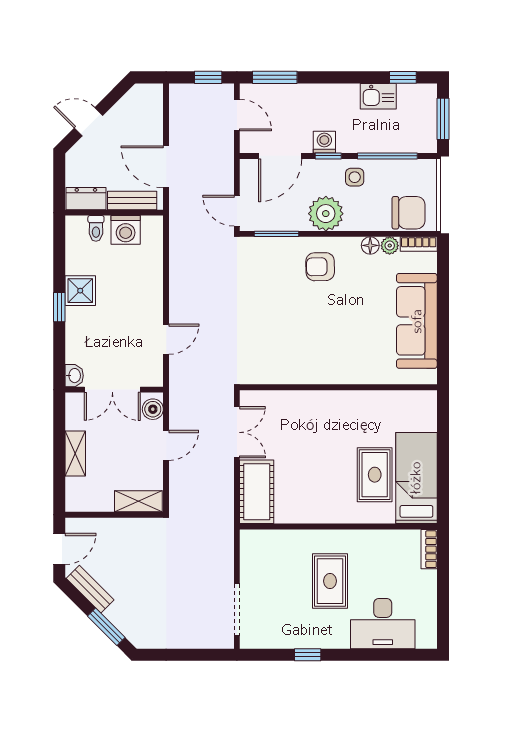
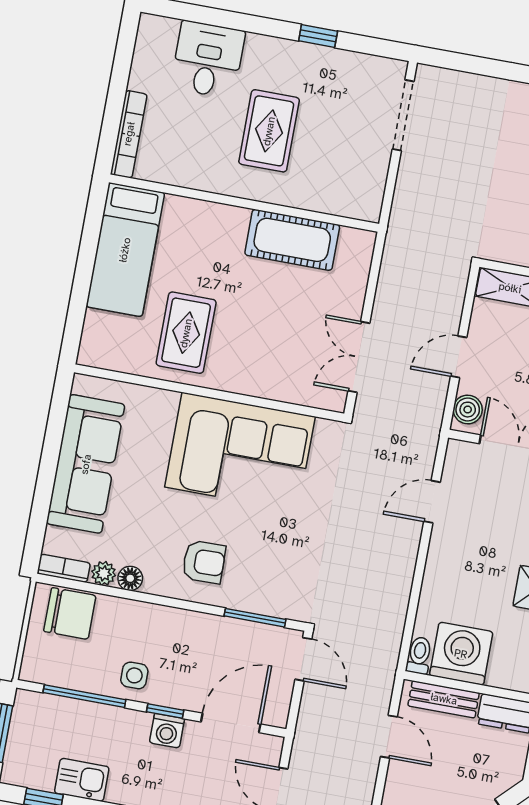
door: (166, 167) -> (389, 737), width x0.73
chair: (408, 213) -> (70, 613), turned 180
plant: (326, 214) -> (183, 633), removed
toilet: (96, 228) -> (419, 655), moved
washing machine: (126, 230) -> (461, 654), width x1.37, depth x1.37
corner sofa: (309, 350) -> (240, 452), added
rug: (375, 475) -> (186, 333), moved
cot: (257, 492) -> (292, 240), moved, turned 90
bookcase: (429, 549) -> (129, 134), width x1.56
desk: (383, 624) -> (208, 60), width x0.73

